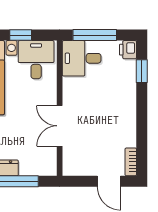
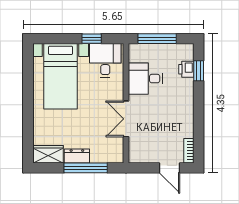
printer: (128, 50) -> (186, 69), moved
desk: (82, 58) -> (145, 79), moved

